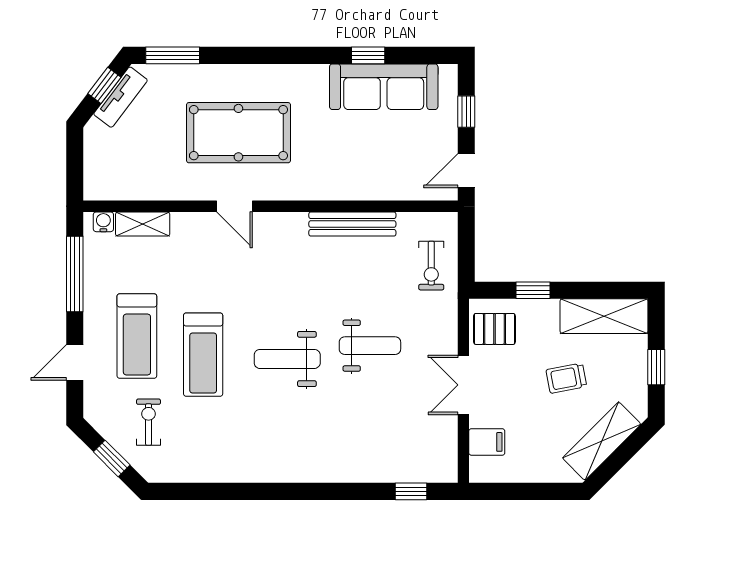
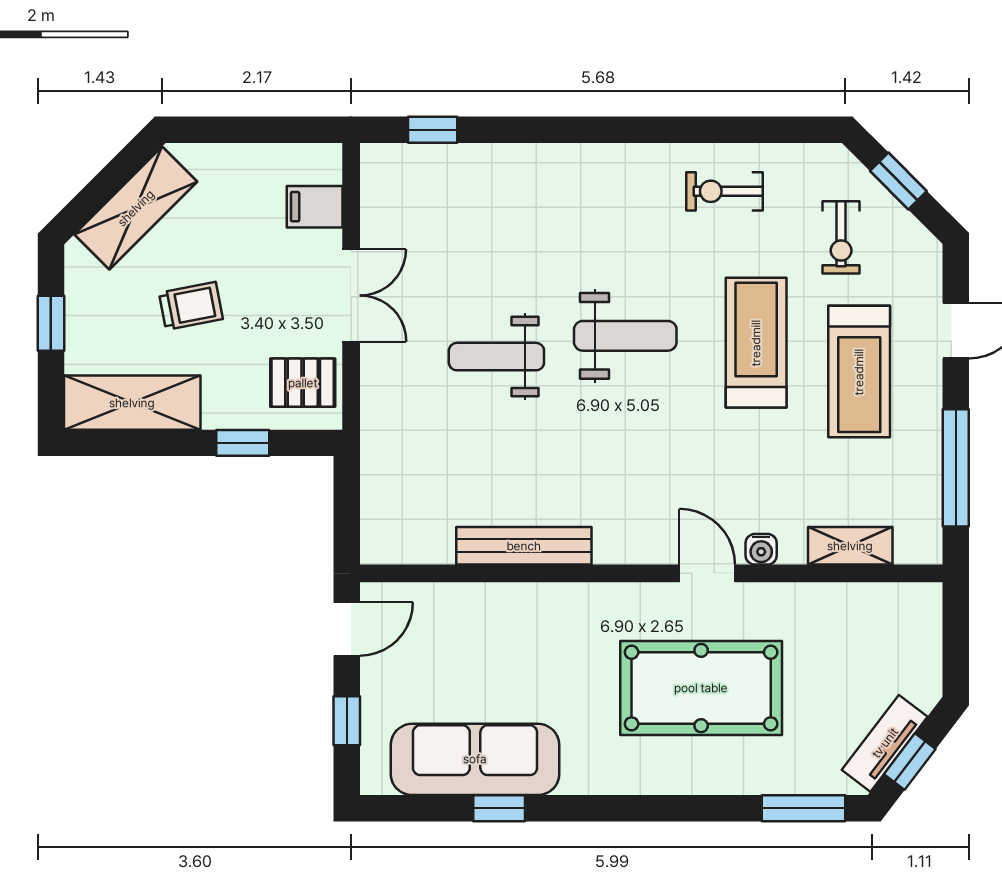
water cooler: (103, 222) -> (761, 549), moved
exercise bike: (431, 266) -> (724, 191), moved, turned -90
treadmill: (137, 336) -> (859, 372), turned 180

